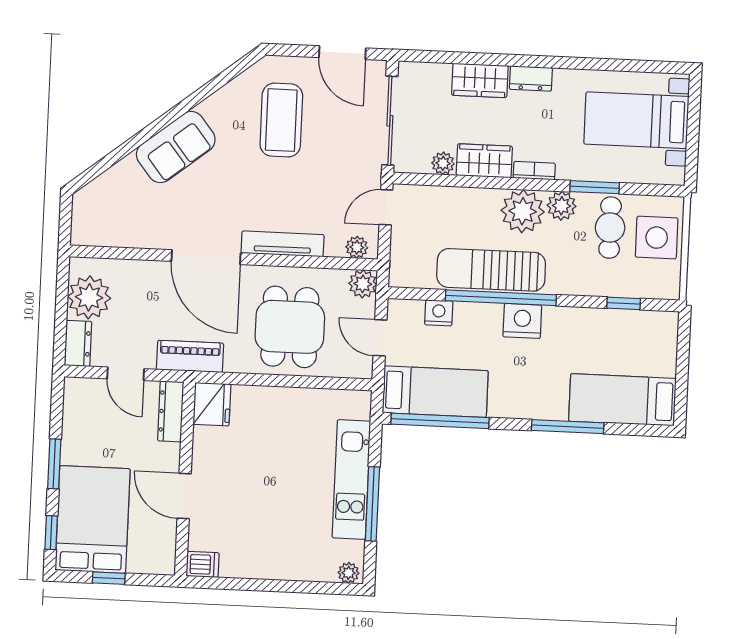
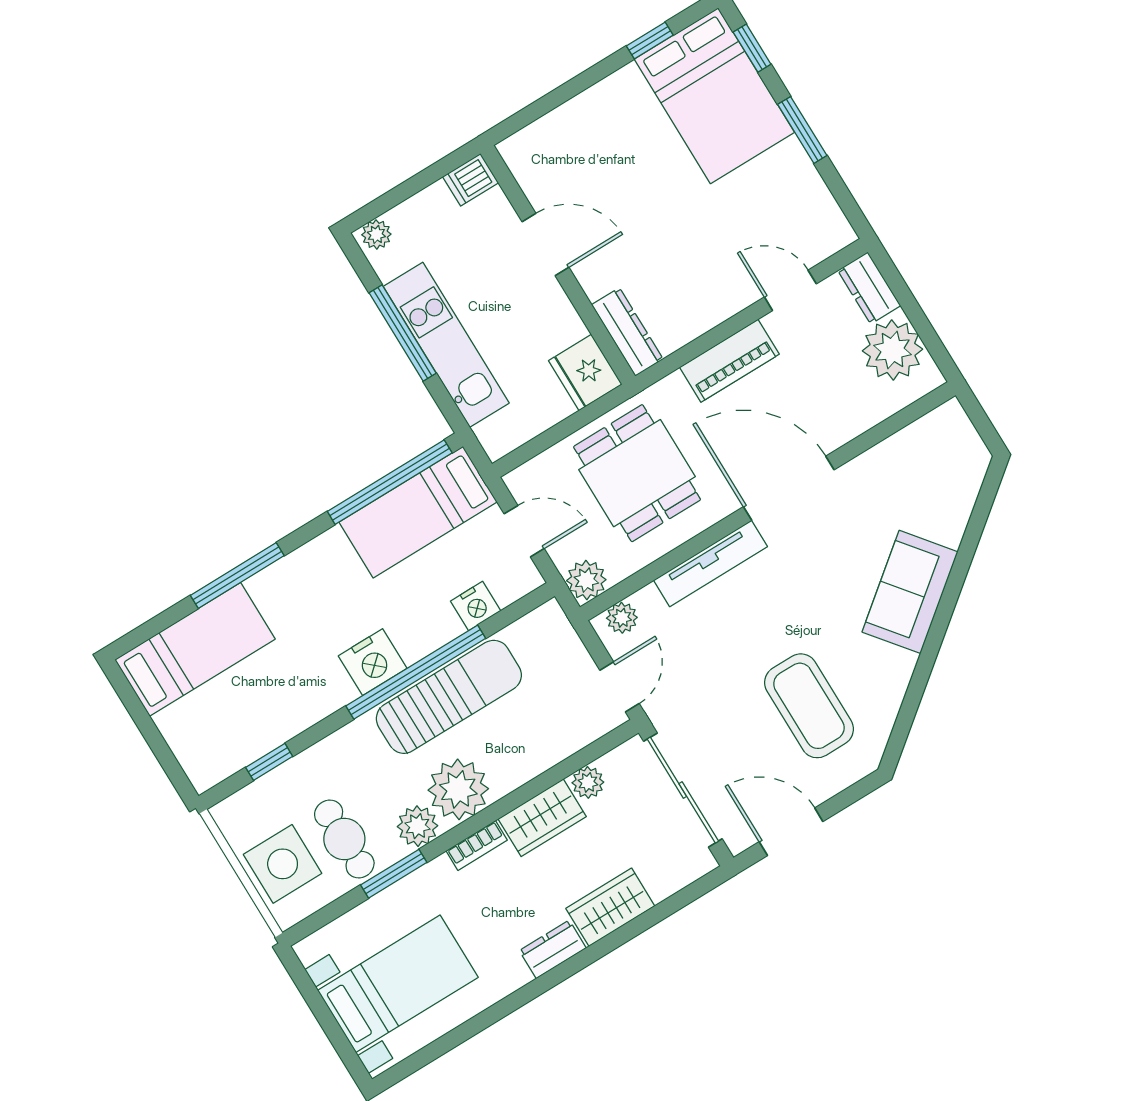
fridge: (212, 404) -> (585, 373), moved
dresser: (171, 411) -> (627, 332), moved
wall: (185, 479) -> (558, 265), moved
door: (184, 496) -> (546, 245), moved
dishwasher: (203, 564) -> (471, 180), moved

